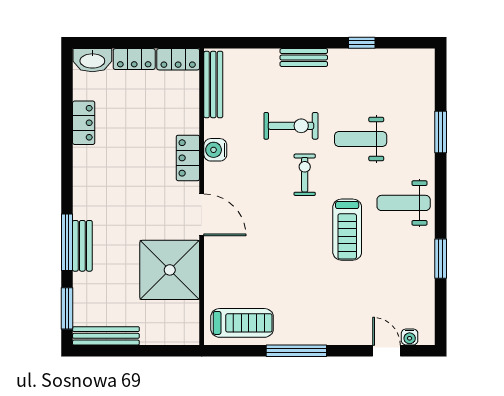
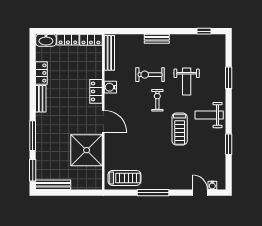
window: (362, 43) -> (204, 31), moved
exercise bike: (291, 126) -> (150, 75), turned 180
weight bench: (361, 139) -> (187, 81), turned -90
bench: (82, 246) -> (41, 99), moved

